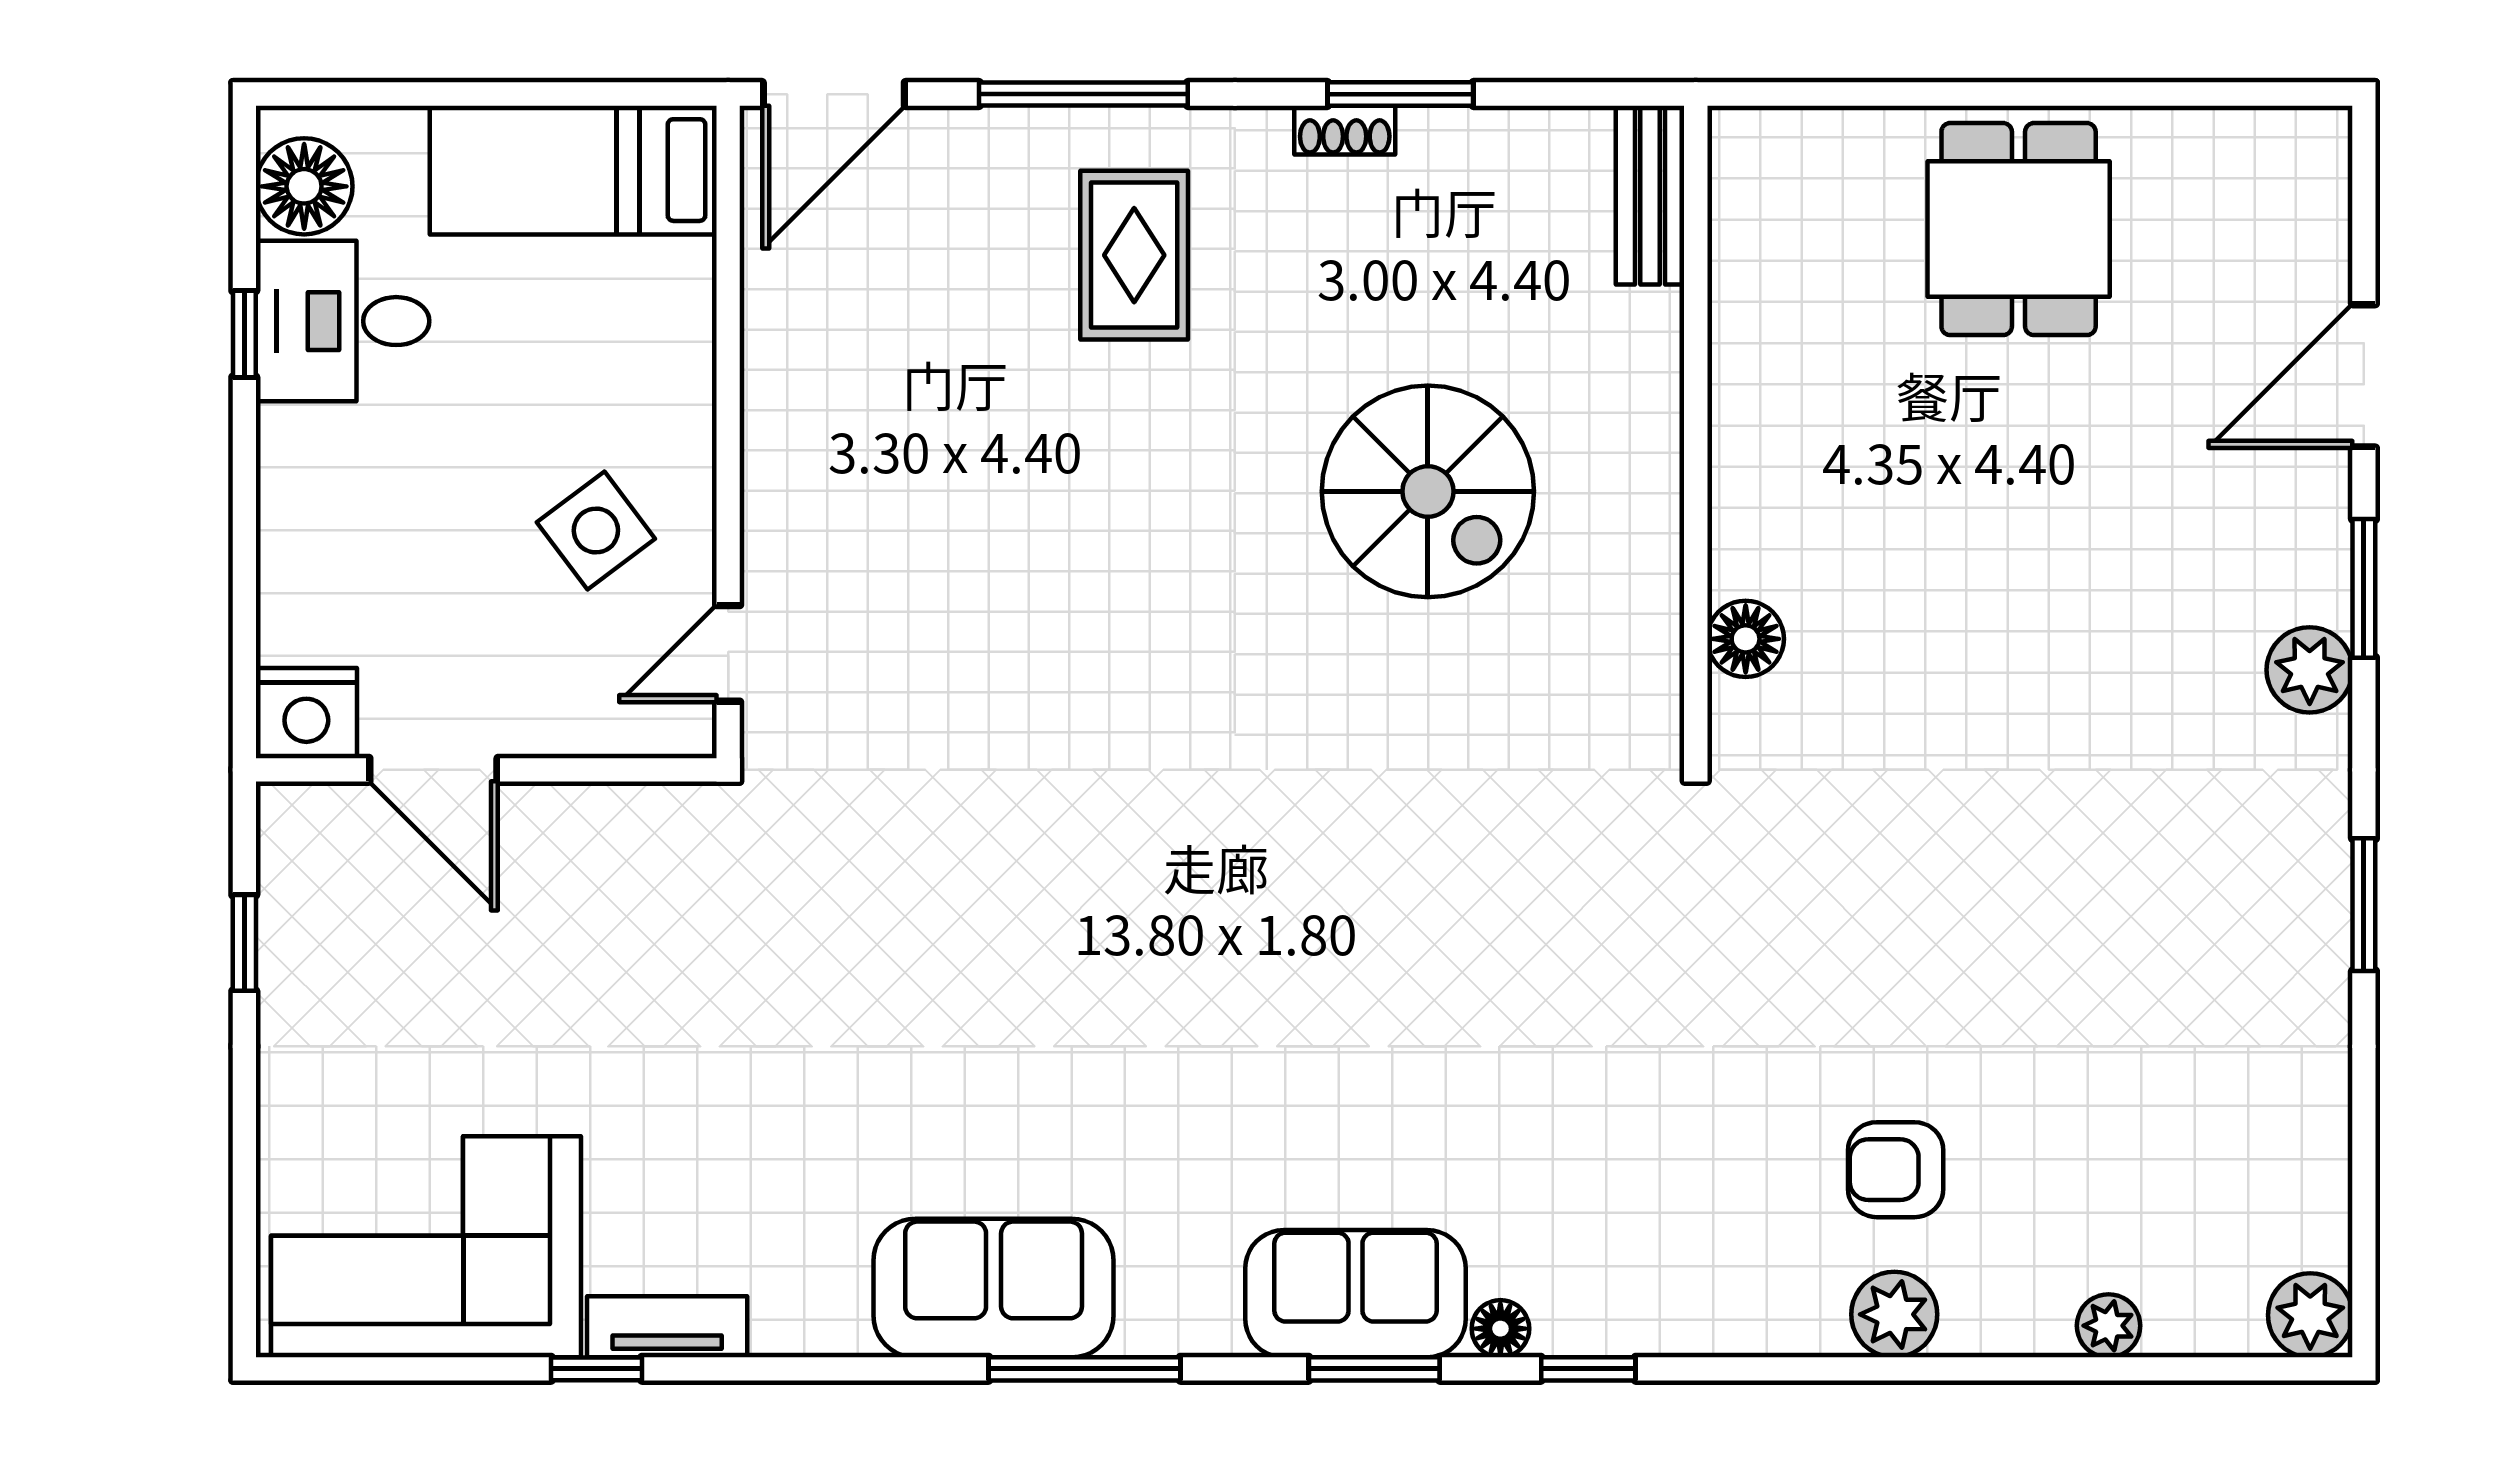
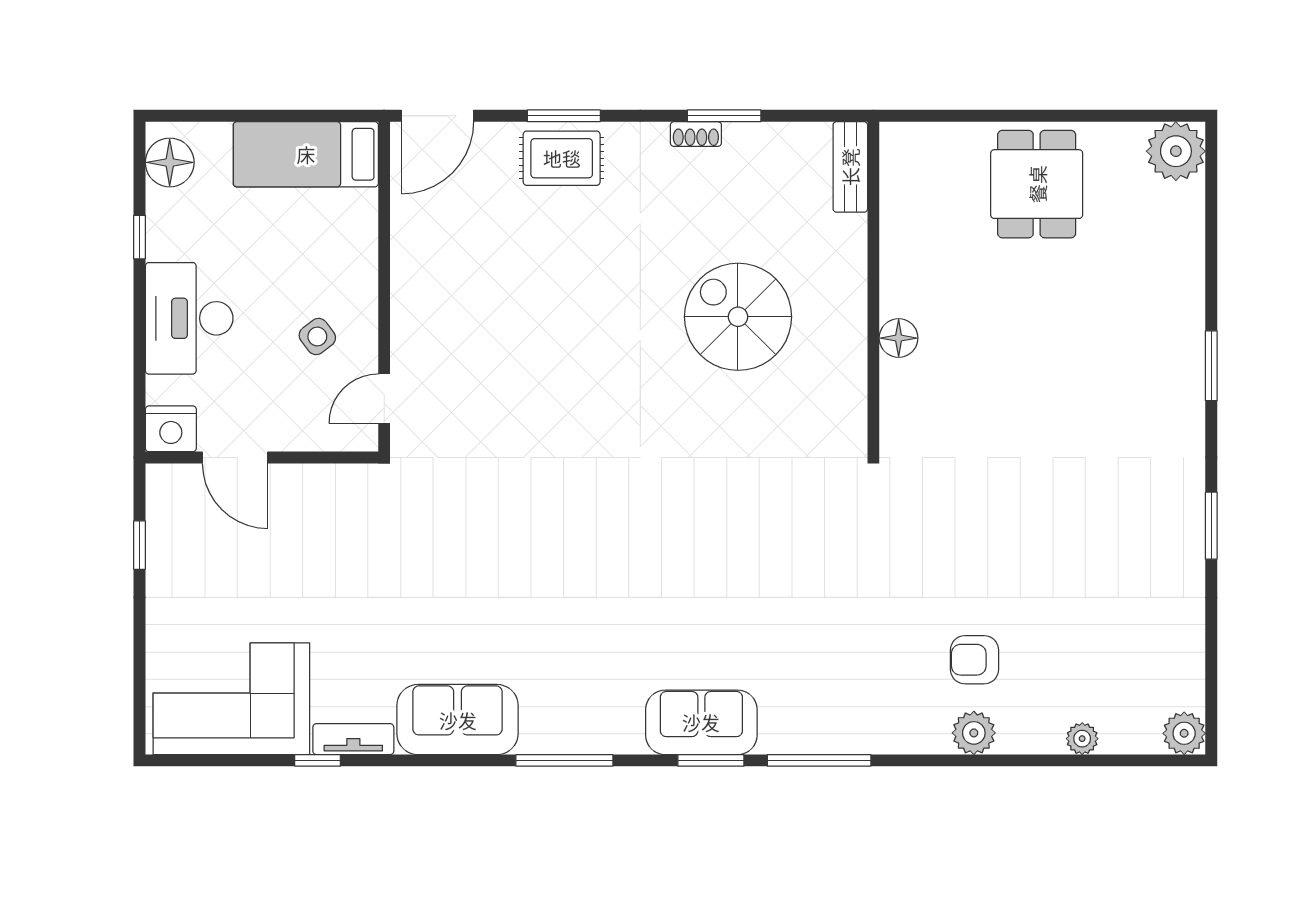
window: (1083, 94) -> (564, 116), width x0.69
rug: (1134, 255) -> (562, 158), moved, turned 90
desk: (343, 321) -> (189, 318), moved, width x1.37
door: (2364, 376) -> (1211, 258), removed
spiral stairs: (1428, 491) -> (738, 317), turned 180
side table: (596, 530) -> (317, 337), width x0.73, depth x0.73
floor lamp: (1746, 639) -> (899, 338), moved
plant: (2310, 670) -> (1176, 151), moved, width x1.36, depth x1.36
sofa: (994, 1288) -> (458, 720), moved
floor lamp: (1500, 1329) -> (775, 740), removed
window: (1588, 1369) -> (819, 760), width x2.17

